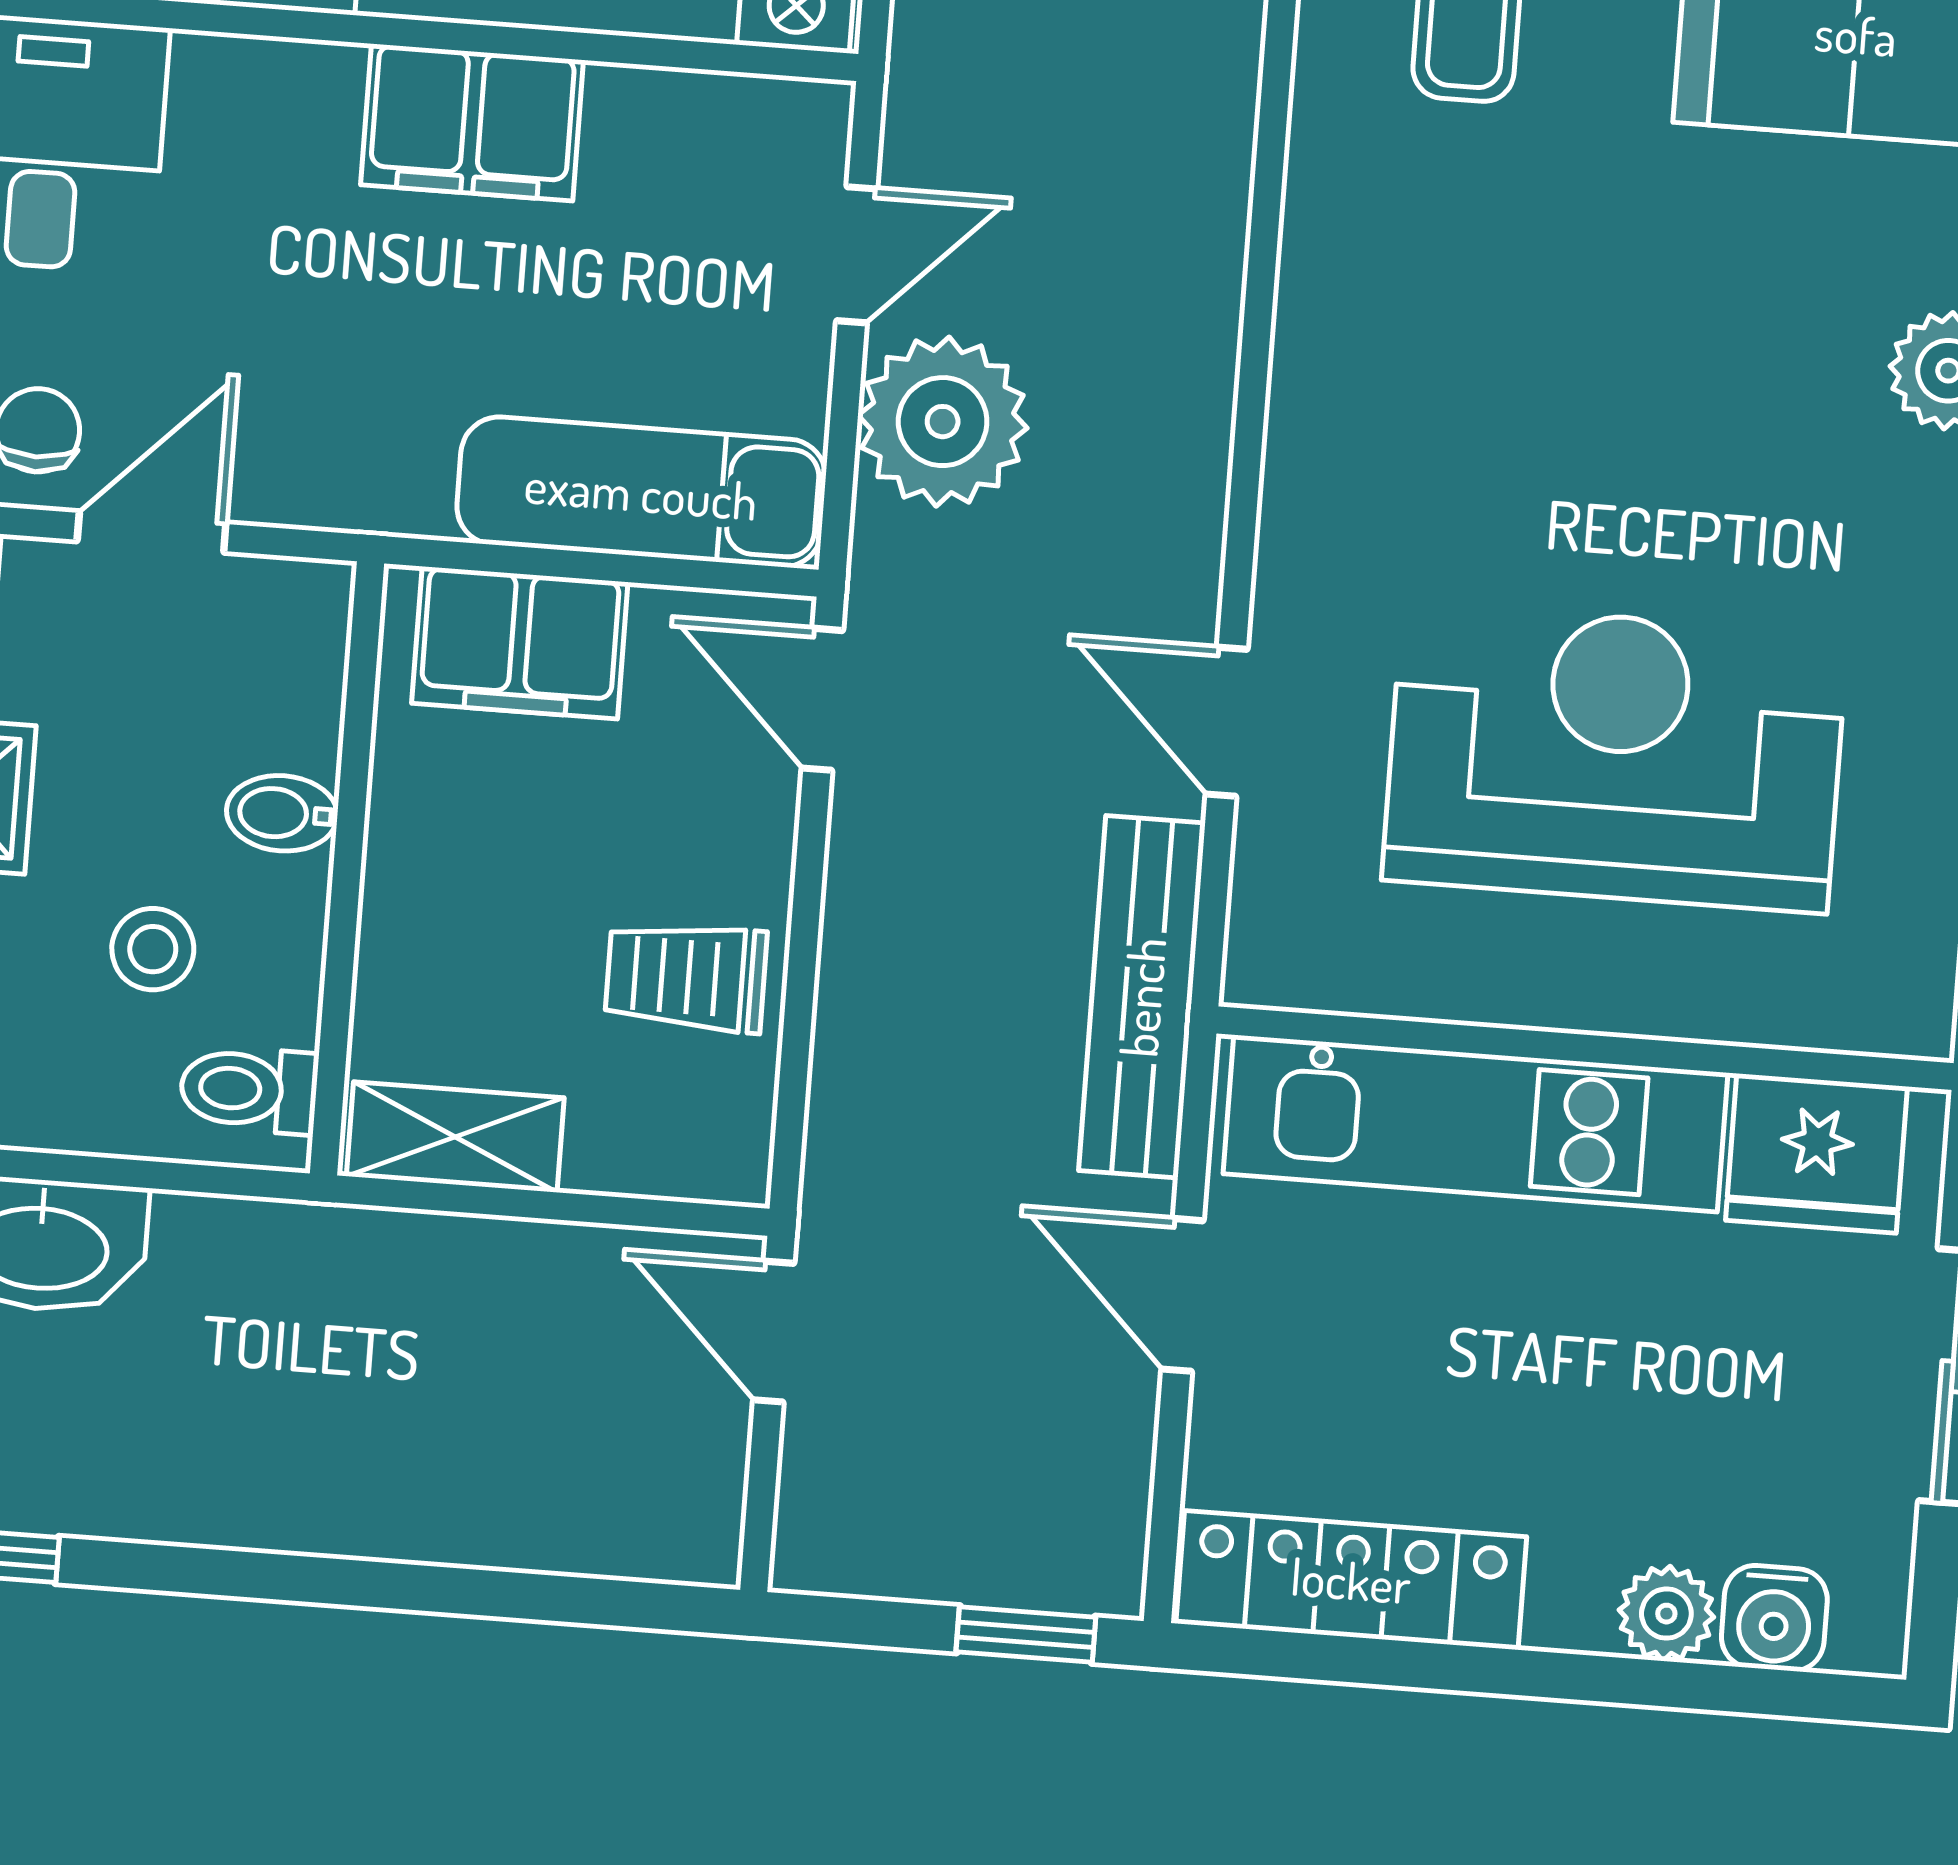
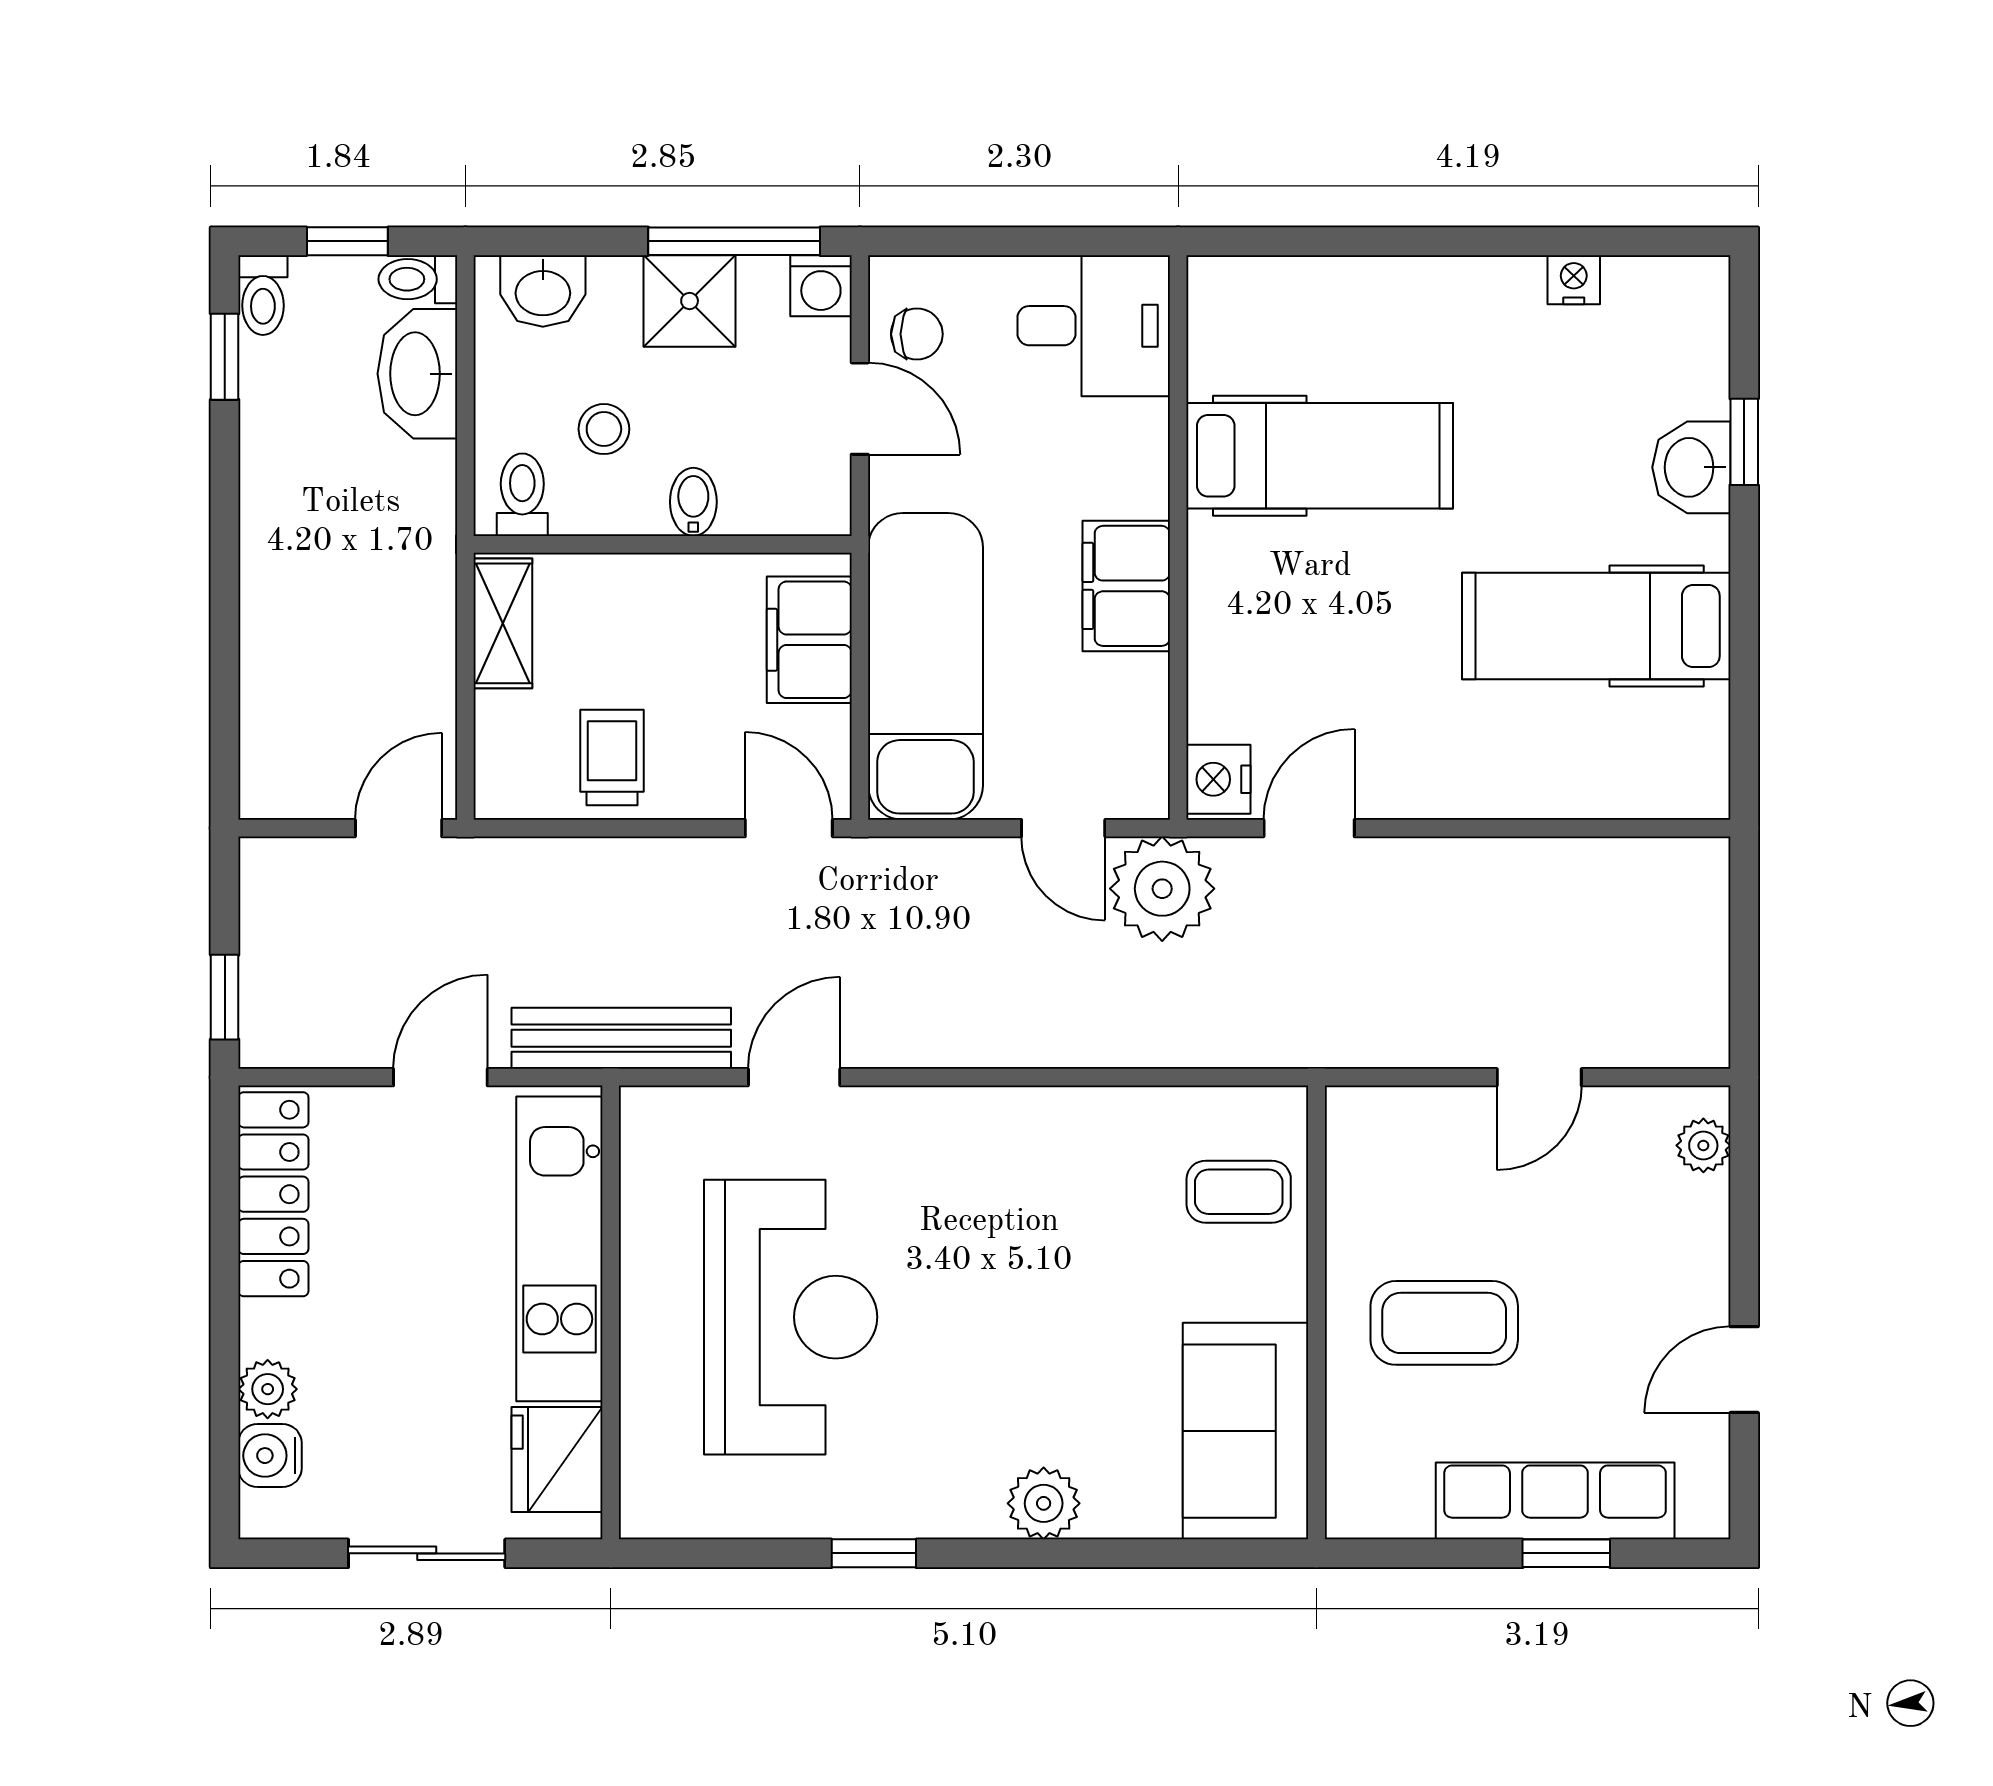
plant: (943, 422) -> (1162, 889), moved
exam couch: (641, 492) -> (925, 666), width x1.36, depth x1.45
door: (822, 699) -> (789, 828), hinge flipped

